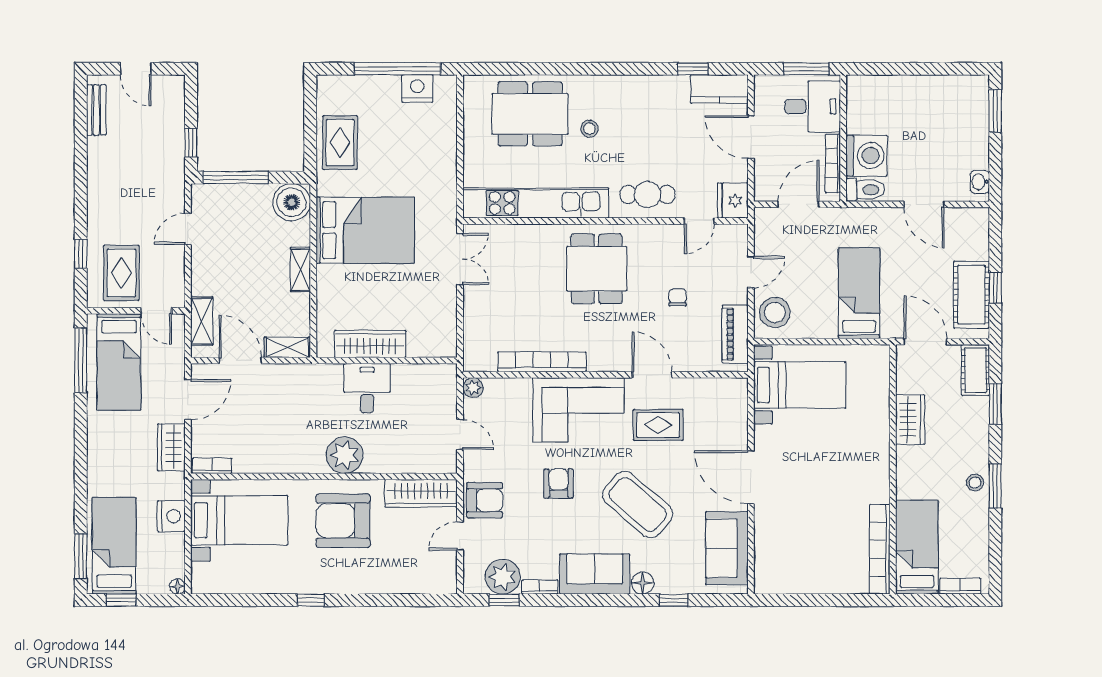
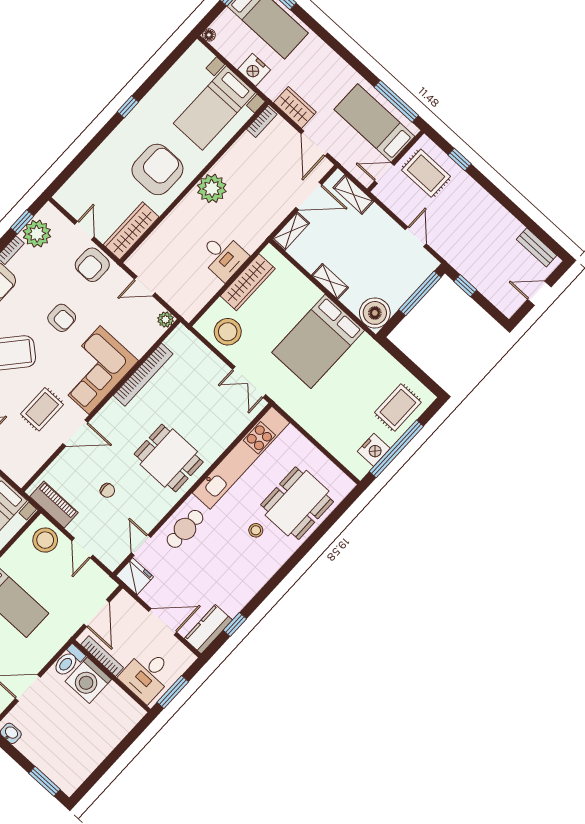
rug: (340, 143) -> (398, 407), moved, turned 90
stool: (432, 321) -> (228, 332), added
plant: (345, 455) -> (212, 188), moved

